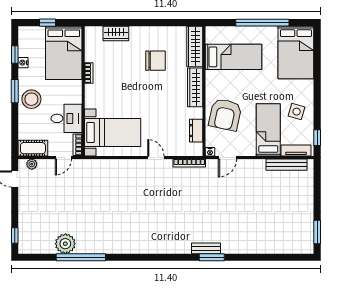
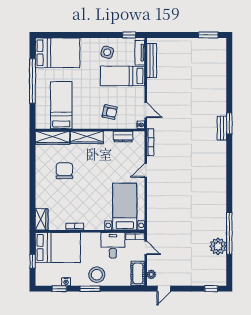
wardrobe: (116, 33) -> (42, 219), moved
armchair: (225, 115) -> (110, 112), width x0.53, depth x0.53

